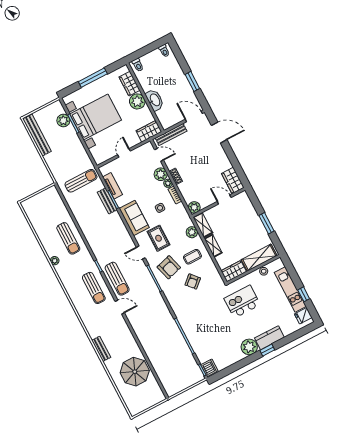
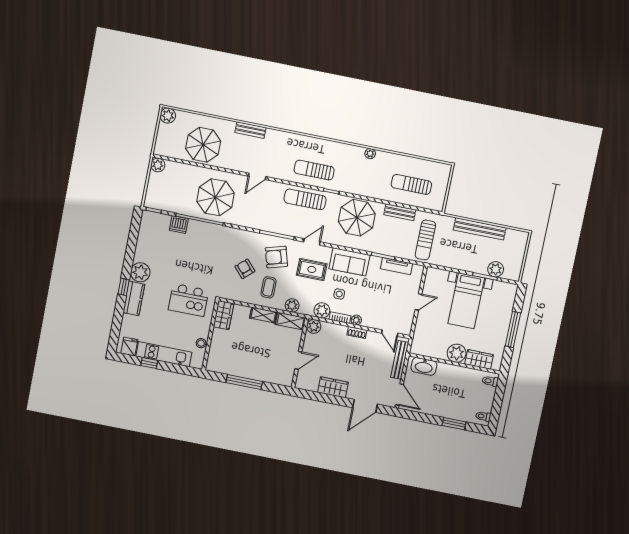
window: (192, 81) -> (454, 424), moved
washbasin: (155, 100) -> (424, 366), moved
door: (194, 116) -> (399, 394), hinge flipped
bed with nightstands: (96, 117) -> (466, 301), width x0.73
wardrobe: (149, 131) -> (420, 341), removed
bench: (37, 135) -> (480, 229), moved
door: (124, 153) -> (418, 302), hinge flipped
door: (159, 155) -> (390, 333), hinge flipped
plant: (161, 174) -> (322, 310), moved
wardrobe: (233, 181) -> (333, 387), moved
bench: (107, 201) -> (400, 212), moved
window: (266, 223) -> (244, 382), width x1.44
parasol: (102, 236) -> (357, 218), added
sun lounger: (68, 238) -> (411, 184), moved
shelving: (259, 258) -> (217, 349), removed
kitchen island: (242, 302) -> (188, 300), turned 90
door: (120, 307) -> (257, 176), moved
parasol: (162, 337) -> (215, 197), added
dishwasher: (209, 368) -> (179, 225), moved
plant: (171, 390) -> (158, 165), added
plant: (134, 409) -> (168, 116), added

